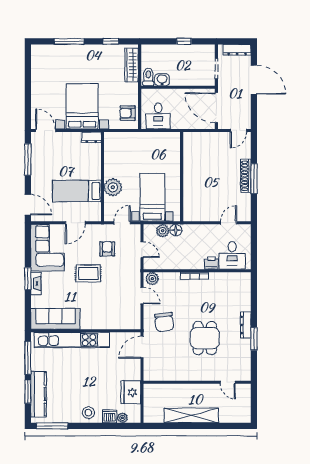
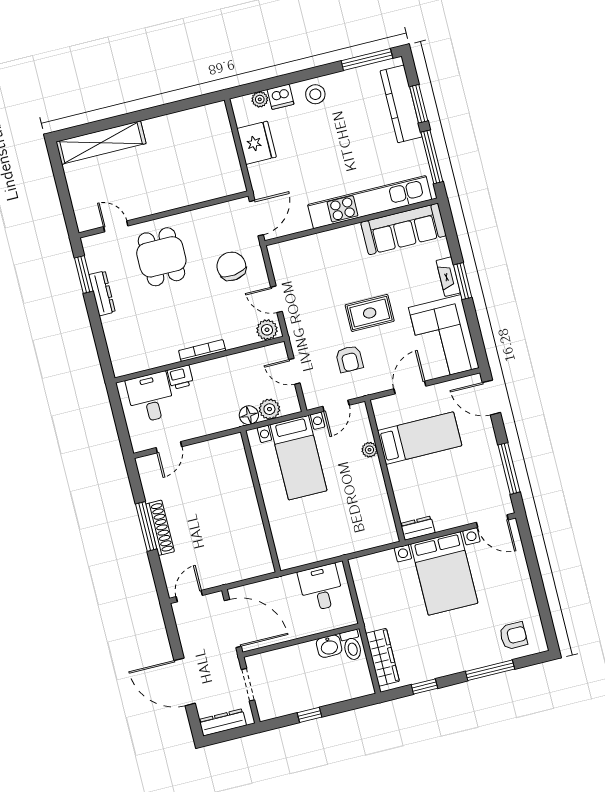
armchair: (128, 113) -> (513, 636), moved
plant: (113, 187) -> (369, 450), width x0.53, depth x0.53
wall: (197, 382) -> (164, 214), moved
door: (228, 382) -> (116, 226), moved
shelving: (191, 415) -> (101, 143), moved

